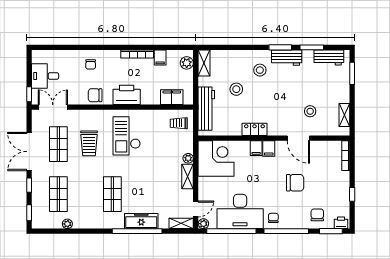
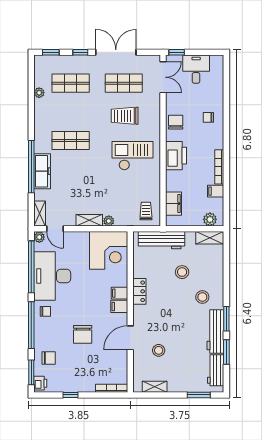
workbench: (287, 58) -> (215, 331), width x1.37

